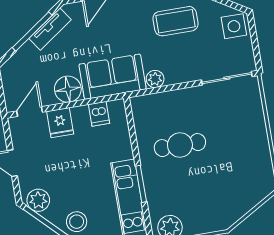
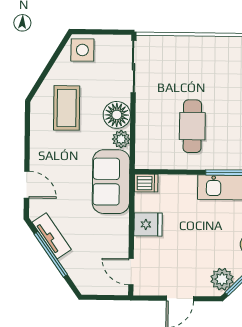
floor lamp: (68, 89) -> (117, 115), moved
dishwasher: (99, 114) -> (146, 183), moved
fridge: (60, 123) -> (148, 224), moved

